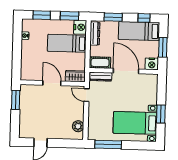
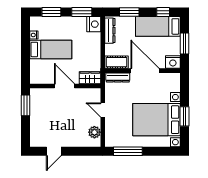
bed: (67, 43) -> (51, 49), moved, turned 180
door: (87, 95) -> (103, 110), moved
bed with nightstands: (135, 123) -> (156, 120), width x1.36

